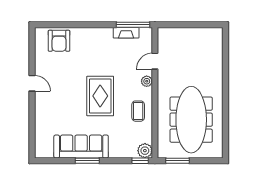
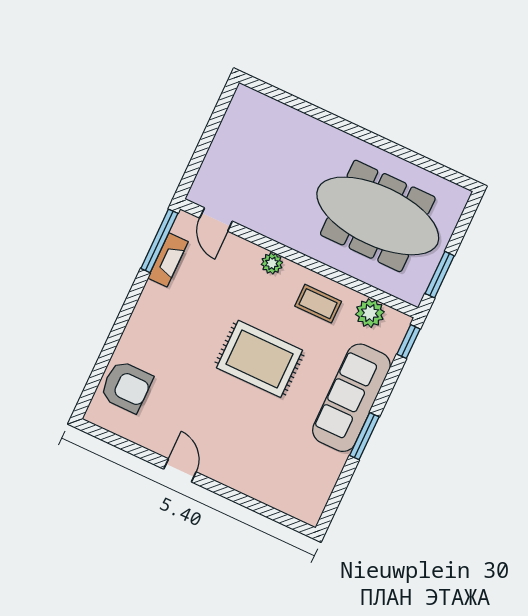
door: (155, 61) -> (216, 220), moved
door: (32, 83) -> (180, 470), hinge flipped
sofa: (81, 146) -> (351, 398), moved
plant: (145, 151) -> (370, 313), moved

